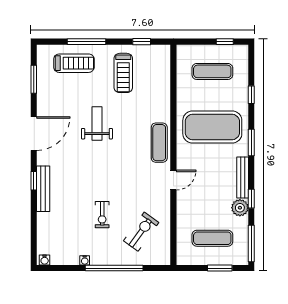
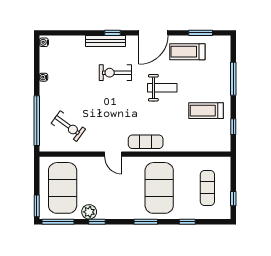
treadmill: (74, 63) -> (187, 52), moved, turned 90
door: (34, 134) -> (153, 33), hinge flipped
bench: (243, 178) -> (115, 214), removed
exercise bike: (102, 215) -> (115, 73), moved, width x1.38, depth x1.39
exercise mat: (212, 238) -> (63, 188), width x2.00, depth x1.45
window: (114, 268) -> (37, 121), moved
window: (220, 268) -> (37, 206), moved

